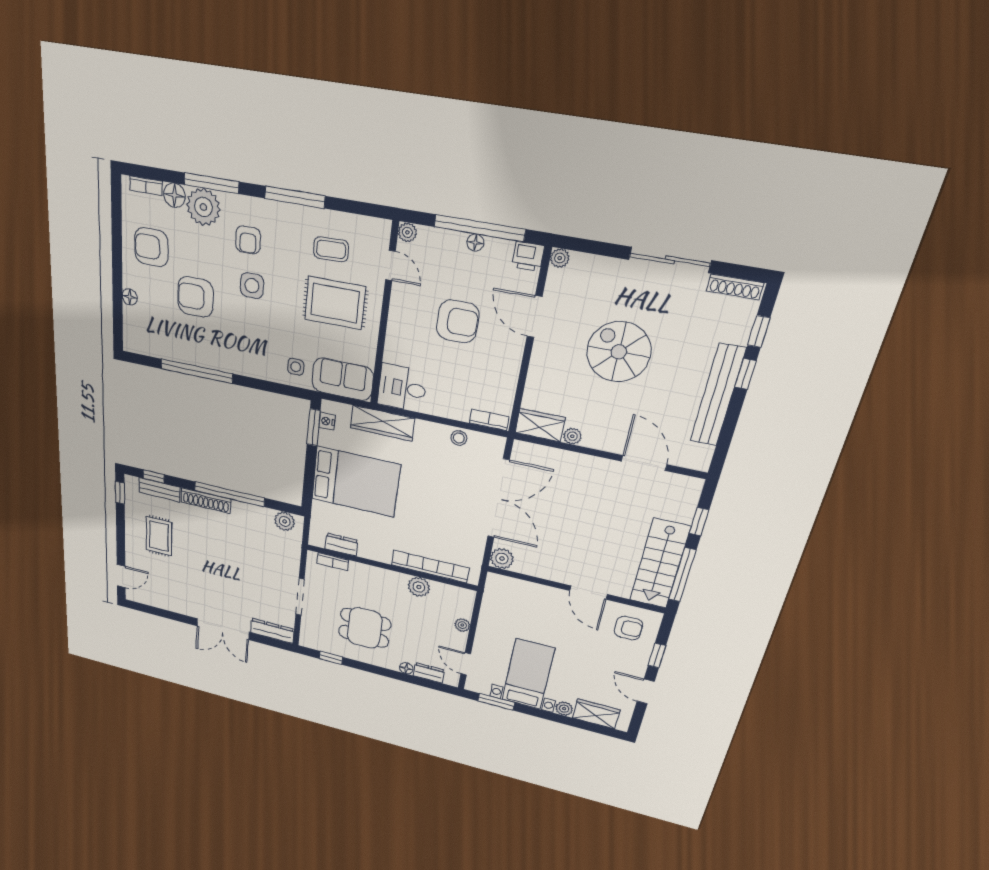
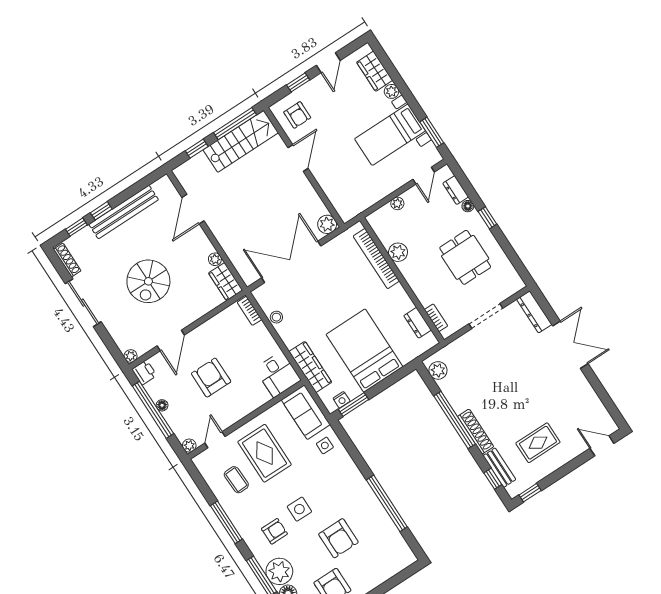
floor lamp: (130, 297) -> (377, 579), removed
armchair: (628, 628) -> (297, 115), turned 180
window: (331, 658) -> (487, 218), moved

